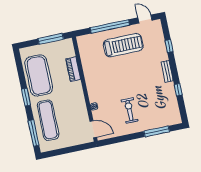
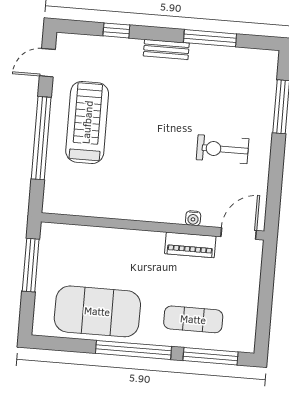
piano: (73, 69) -> (190, 245), moved
window: (178, 90) -> (210, 38), width x2.17
window: (26, 97) -> (133, 350), width x2.11
exercise mat: (48, 120) -> (193, 319), width x0.73, depth x0.69

